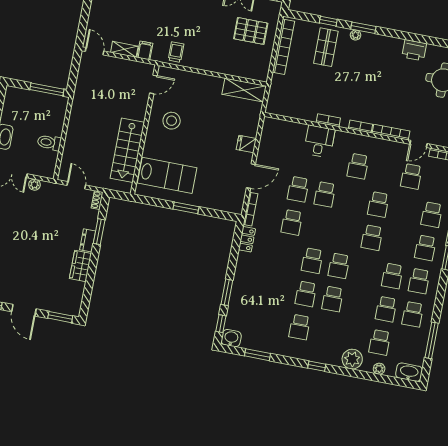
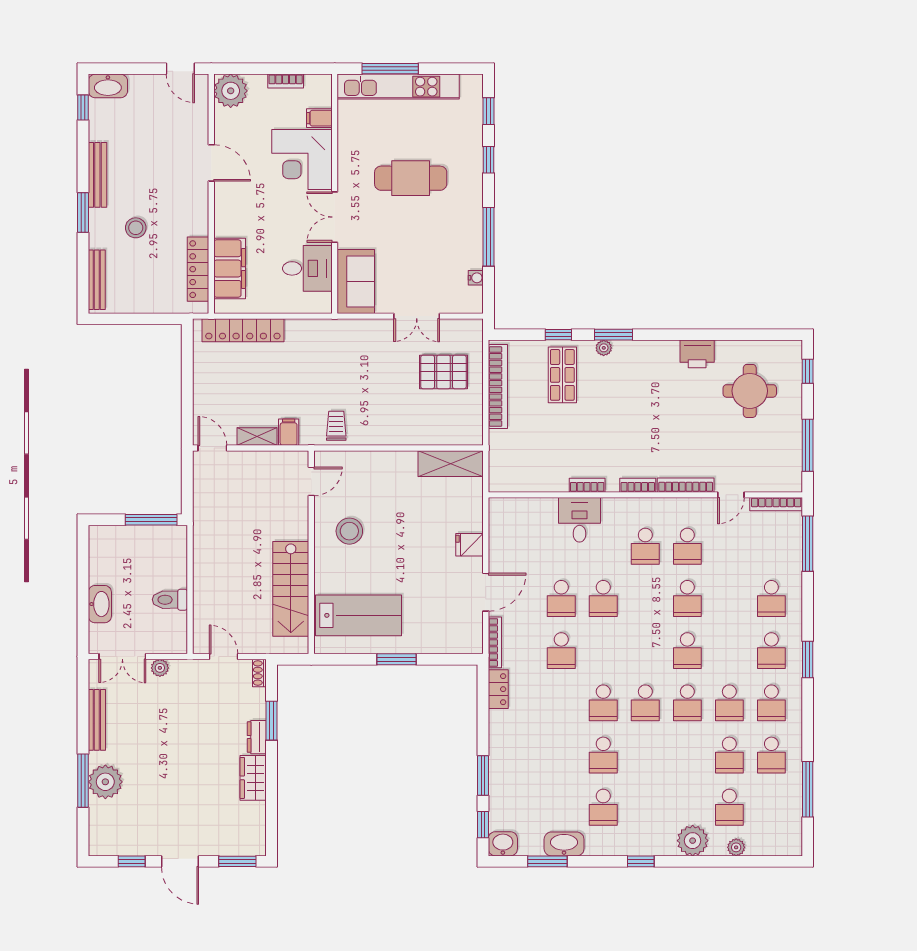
school desk: (411, 176) -> (687, 546), moved
school desk: (333, 299) -> (687, 703), moved
washbasin: (409, 372) -> (564, 844), moved

